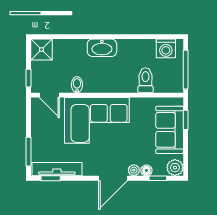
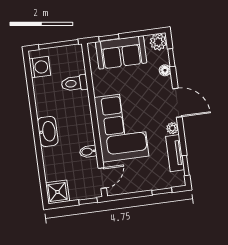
window: (29, 152) -> (162, 191), width x0.67
tv unit: (57, 169) -> (175, 153), width x0.71
plant: (134, 170) -> (172, 128), moved

